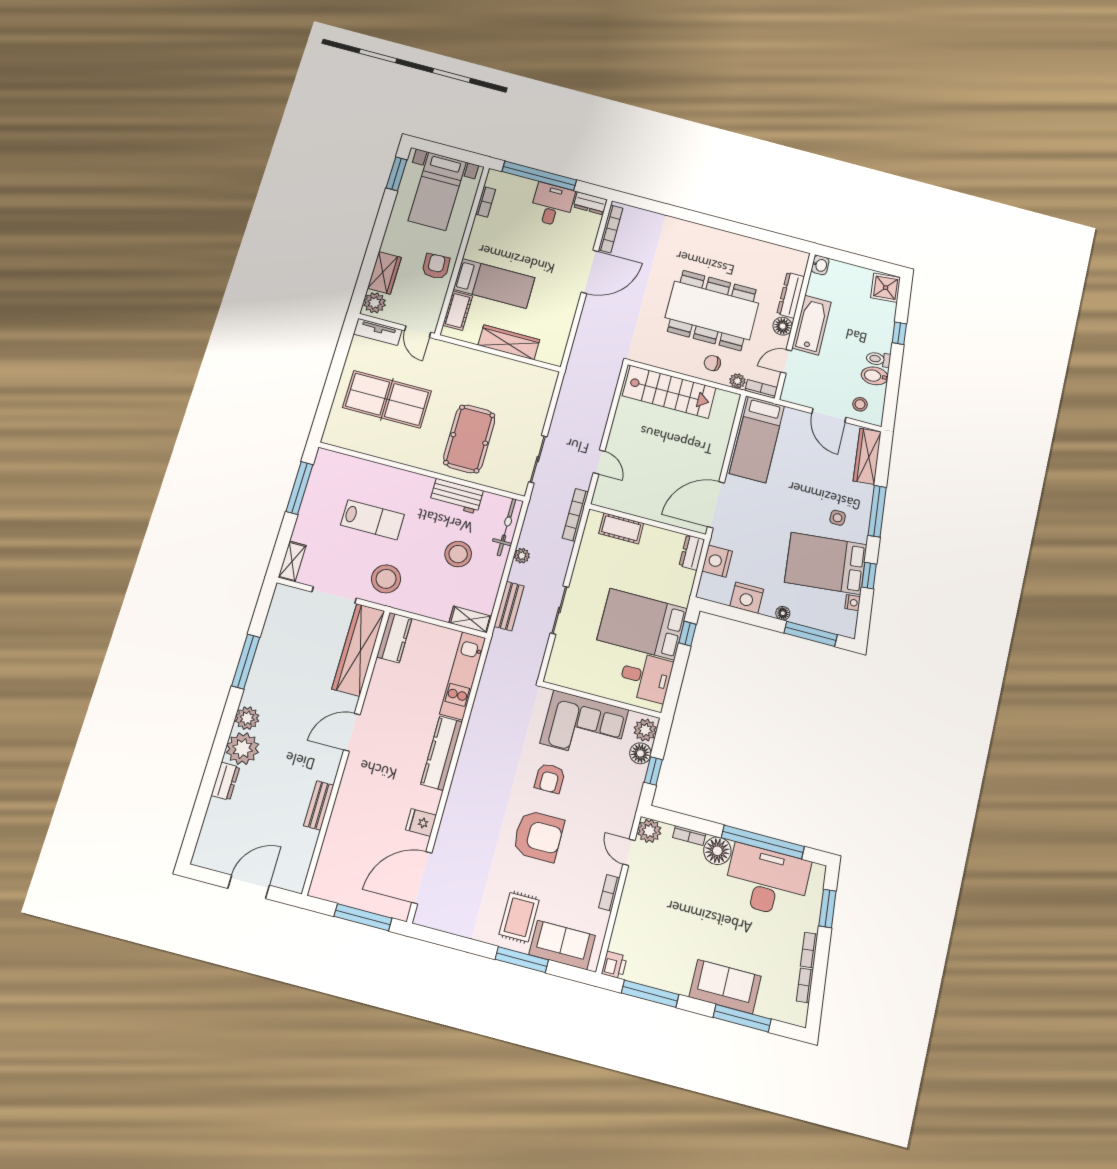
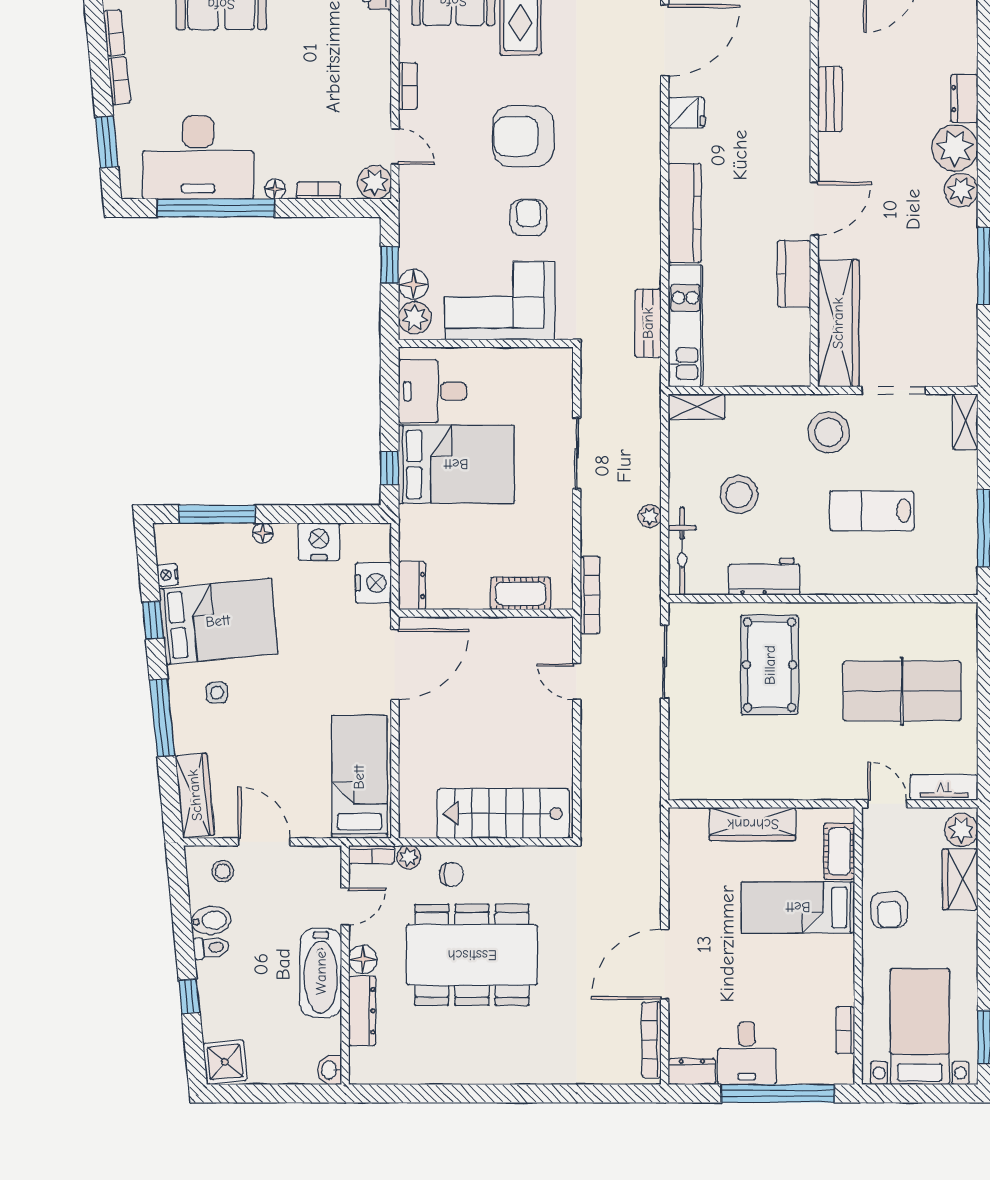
bench: (509, 606) -> (648, 323), moved
kitchen counter: (394, 638) -> (794, 274), moved
floor lamp: (717, 851) -> (275, 189), width x0.53, depth x0.53

